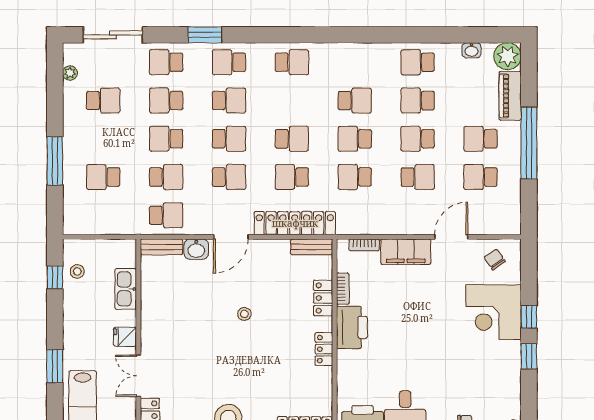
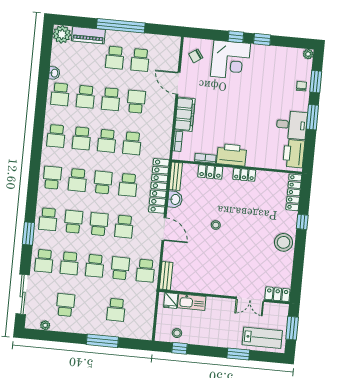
washbasin: (471, 50) -> (54, 73), moved
school desk: (355, 62) -> (56, 136), added
school desk: (292, 101) -> (77, 180), added
school desk: (355, 101) -> (81, 138), turned 180
school desk: (229, 177) -> (124, 227), turned 180
school desk: (166, 215) -> (145, 271), turned 180
washbasin: (196, 249) -> (175, 199), moved
fridge: (125, 337) -> (171, 301), moved

